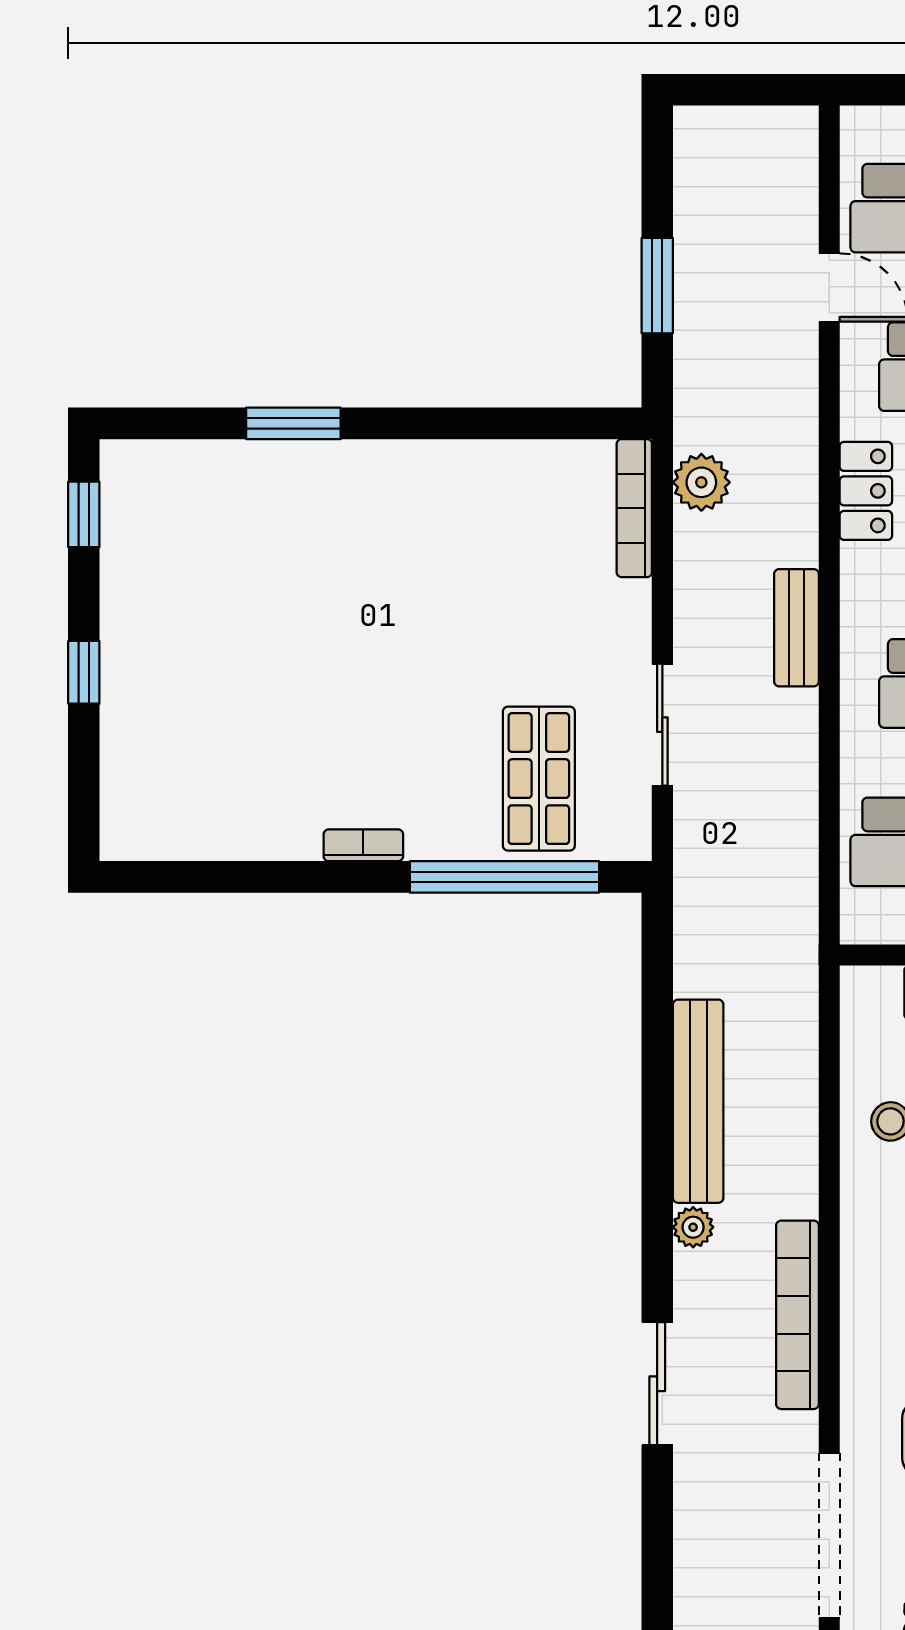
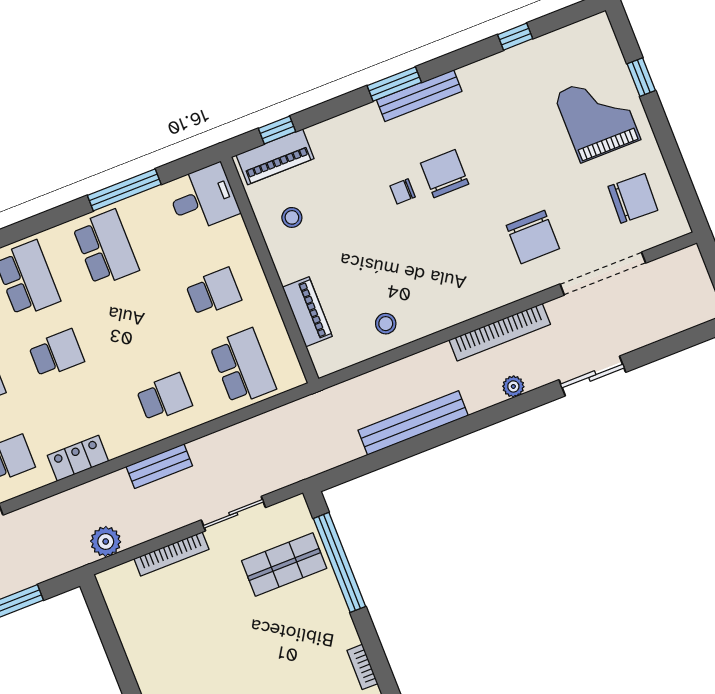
bookcase: (634, 508) -> (171, 554), moved
bookcase: (363, 845) -> (362, 667), moved
plant: (693, 1227) -> (513, 386), moved
sliding door: (657, 1384) -> (592, 376), moved

